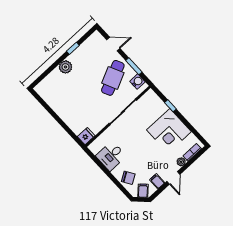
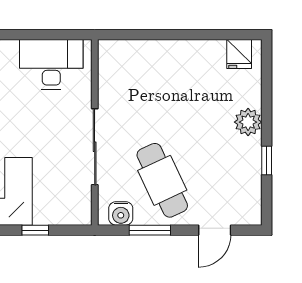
fridge: (86, 136) -> (239, 54), moved
desk: (111, 156) -> (51, 64), width x1.37

